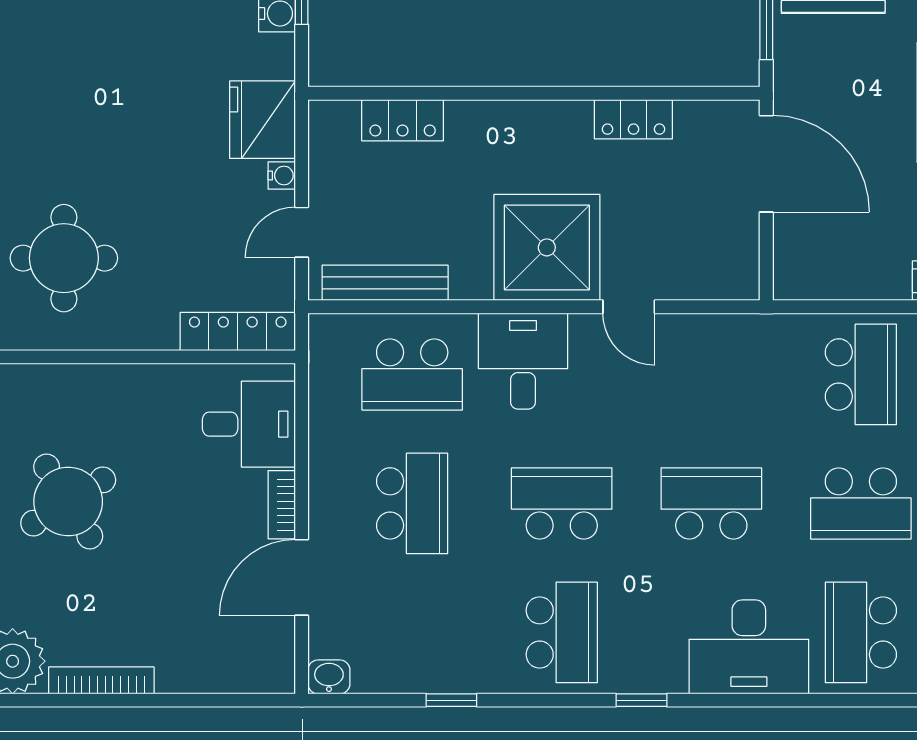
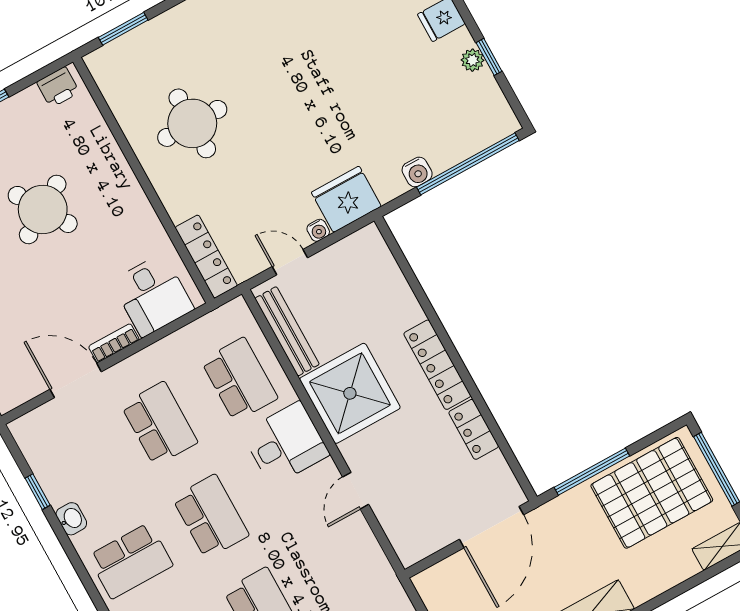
locker: (403, 120) -> (437, 365), moved, width x1.53
shower: (547, 247) -> (350, 393), moved
school desk: (412, 374) -> (239, 379), turned 180
school desk: (412, 503) -> (159, 424), turned -90
washbasin: (329, 677) -> (71, 519), moved
window: (451, 700) -> (38, 492), moved

